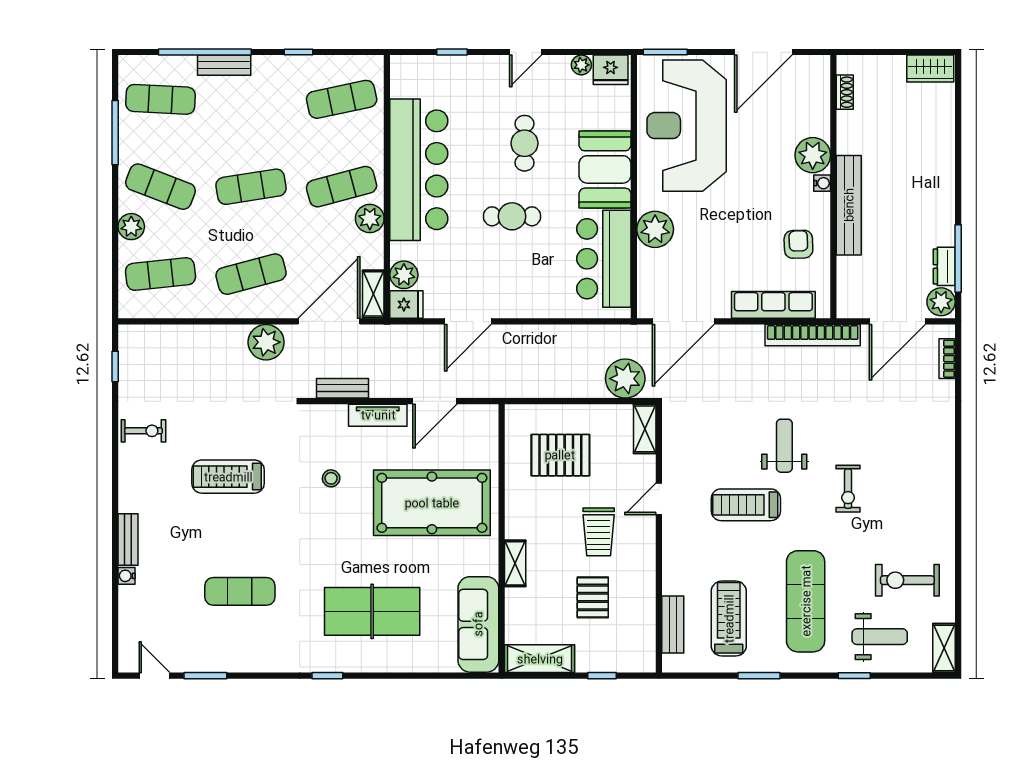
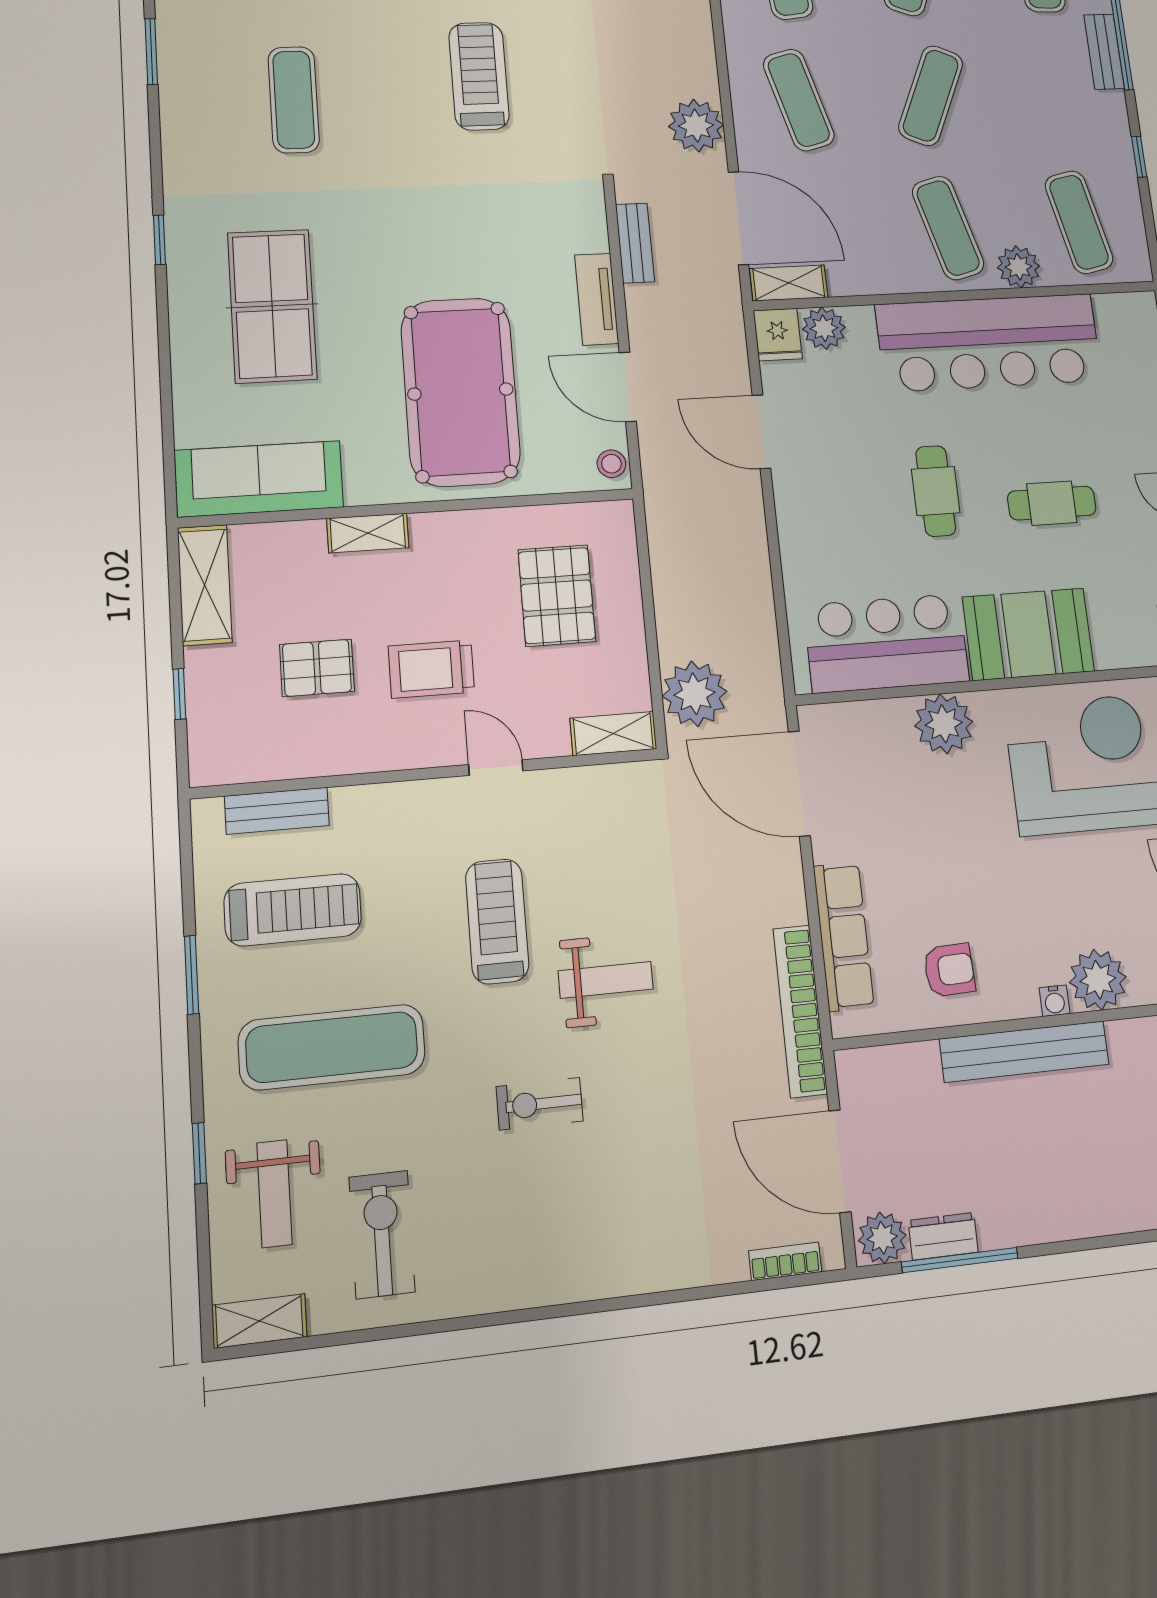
exercise mat: (251, 187) -> (931, 96), turned 33
plant: (370, 219) -> (1019, 267), moved
stool: (331, 478) -> (611, 464), moved

